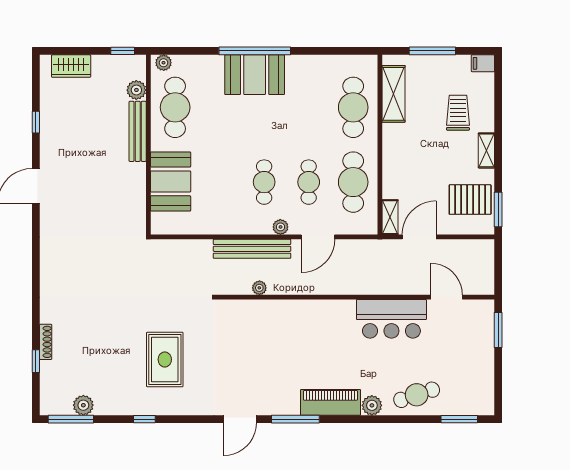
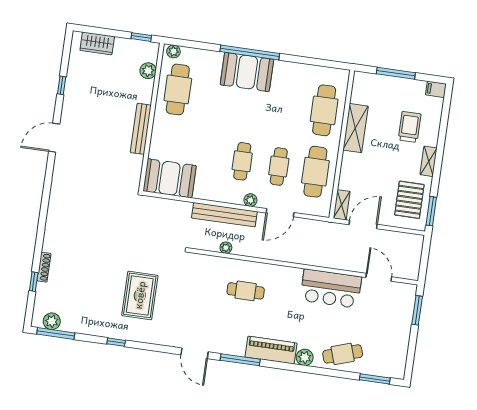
shelving: (394, 94) -> (355, 128), moved
bench: (138, 131) -> (141, 129), moved
booth: (171, 181) -> (170, 178), moved, turned 90
pallet: (470, 200) -> (409, 200), turned 90
cafe table: (290, 336) -> (246, 291), added
plant: (83, 405) -> (52, 321), moved
door: (240, 419) -> (195, 353), hinge flipped

